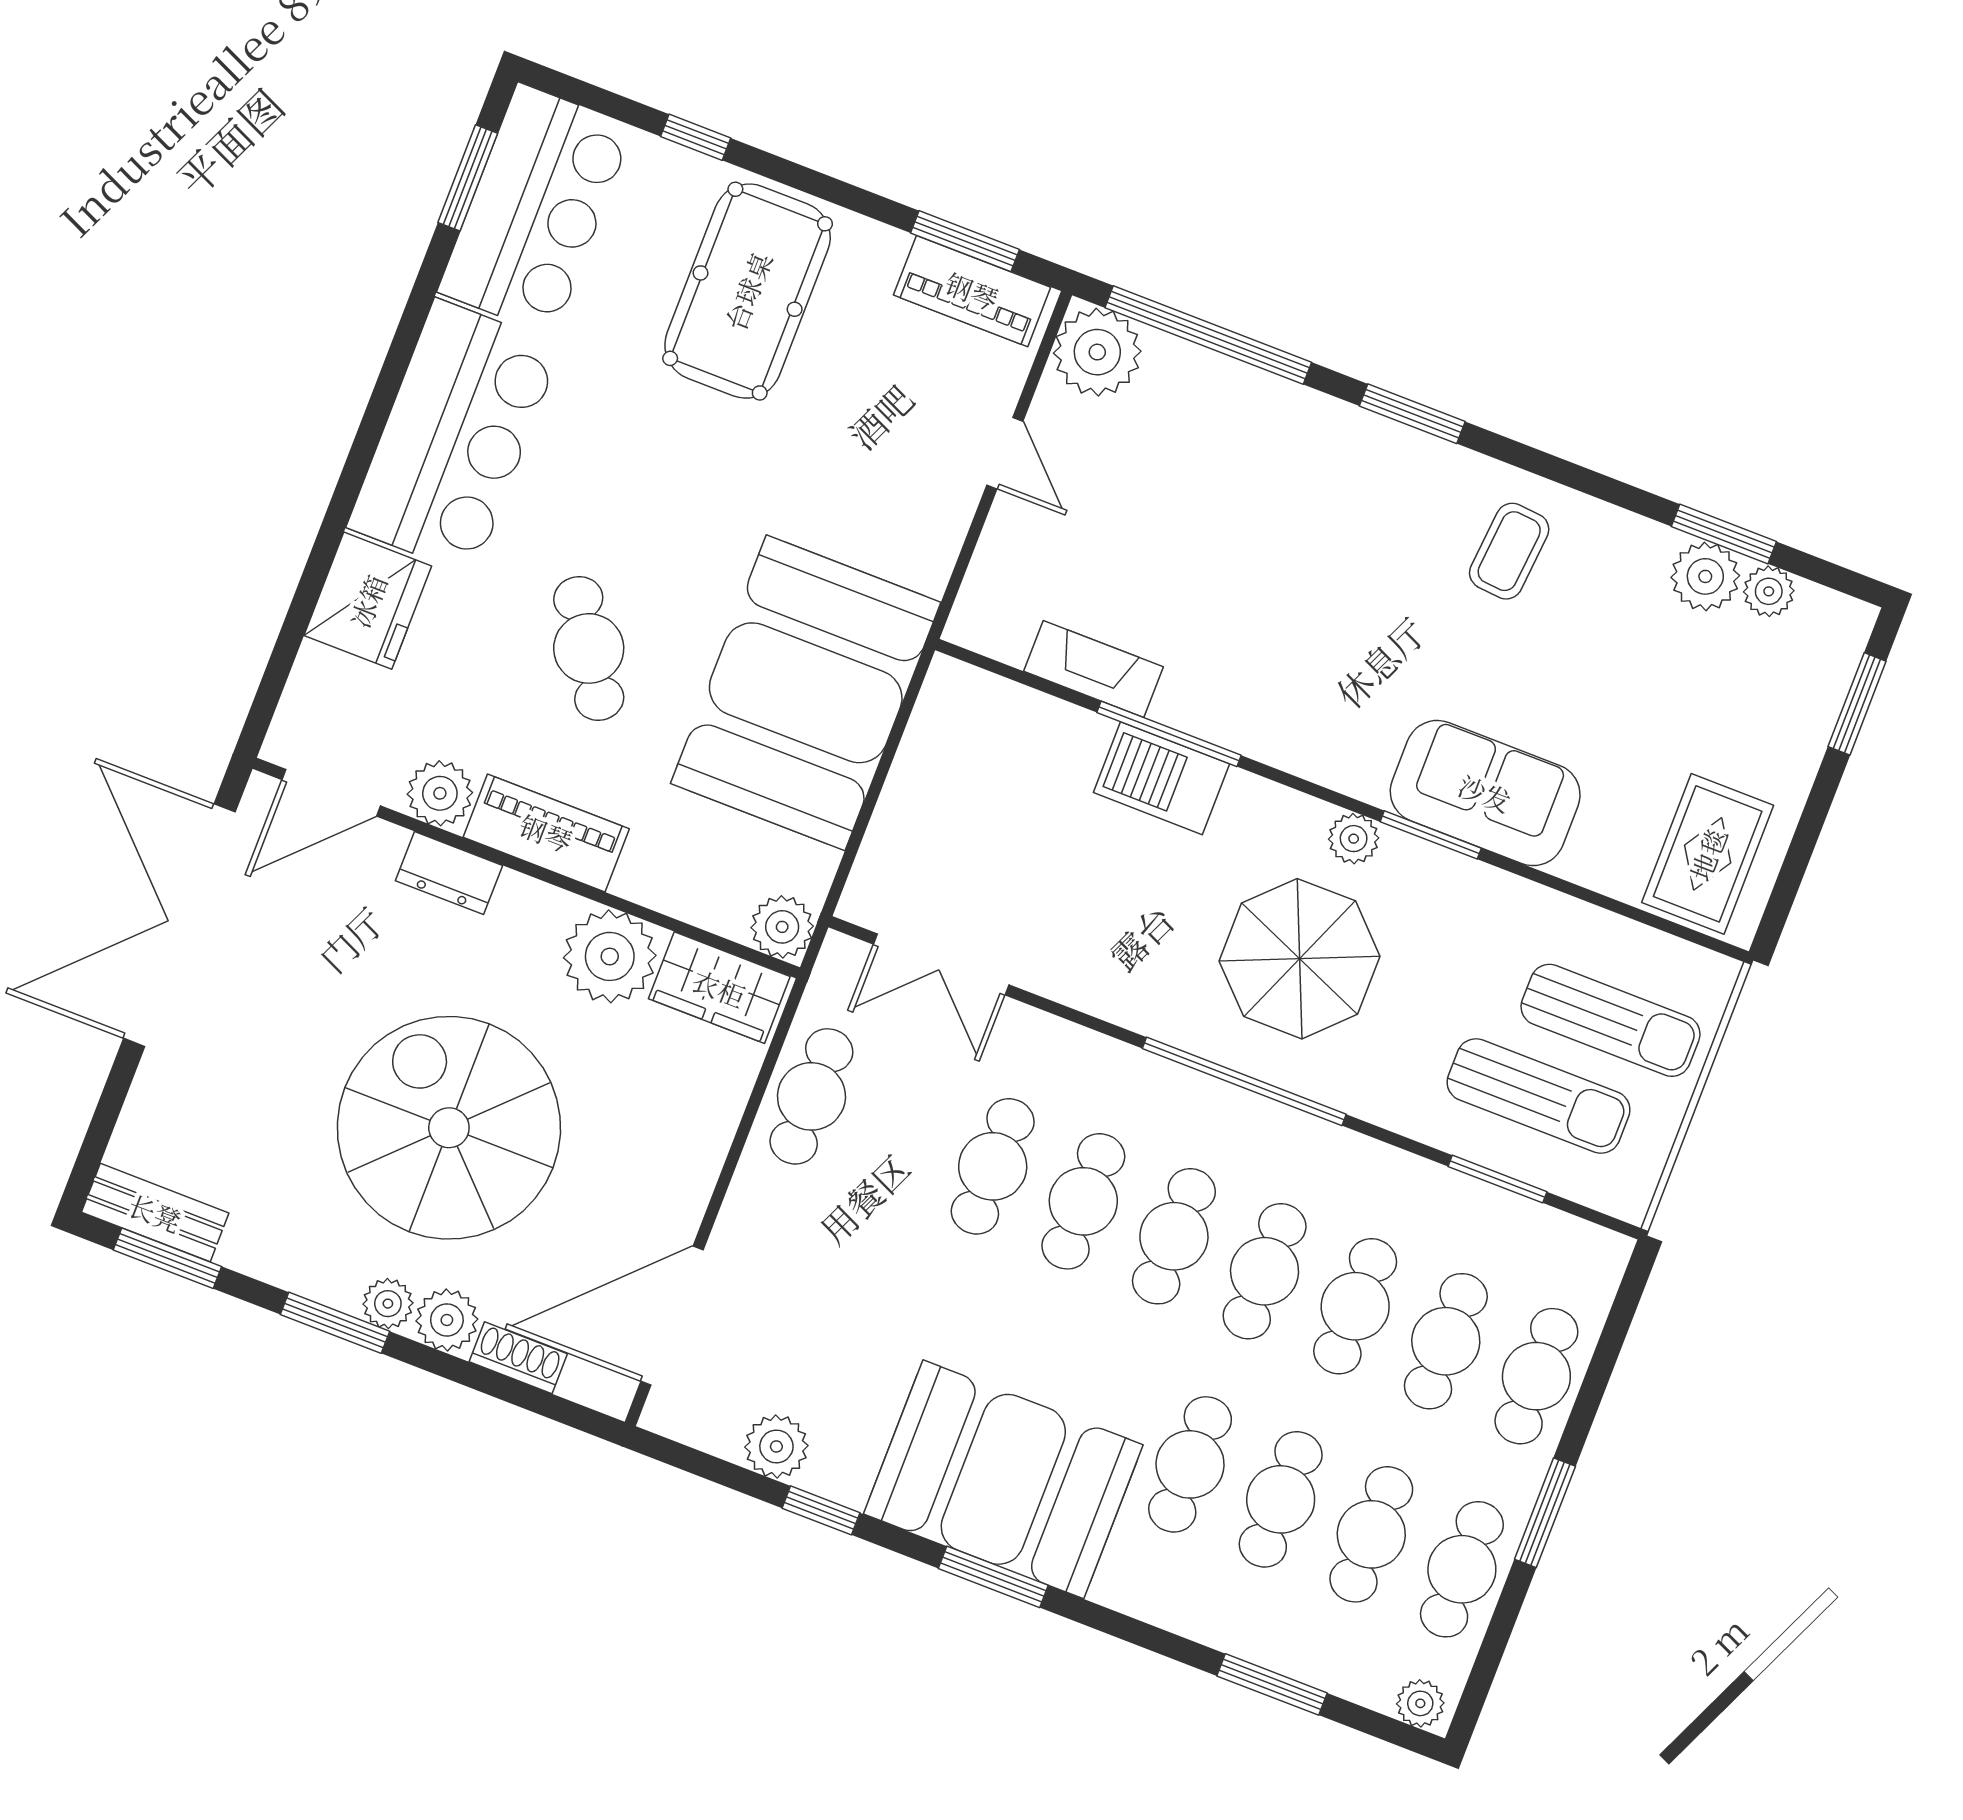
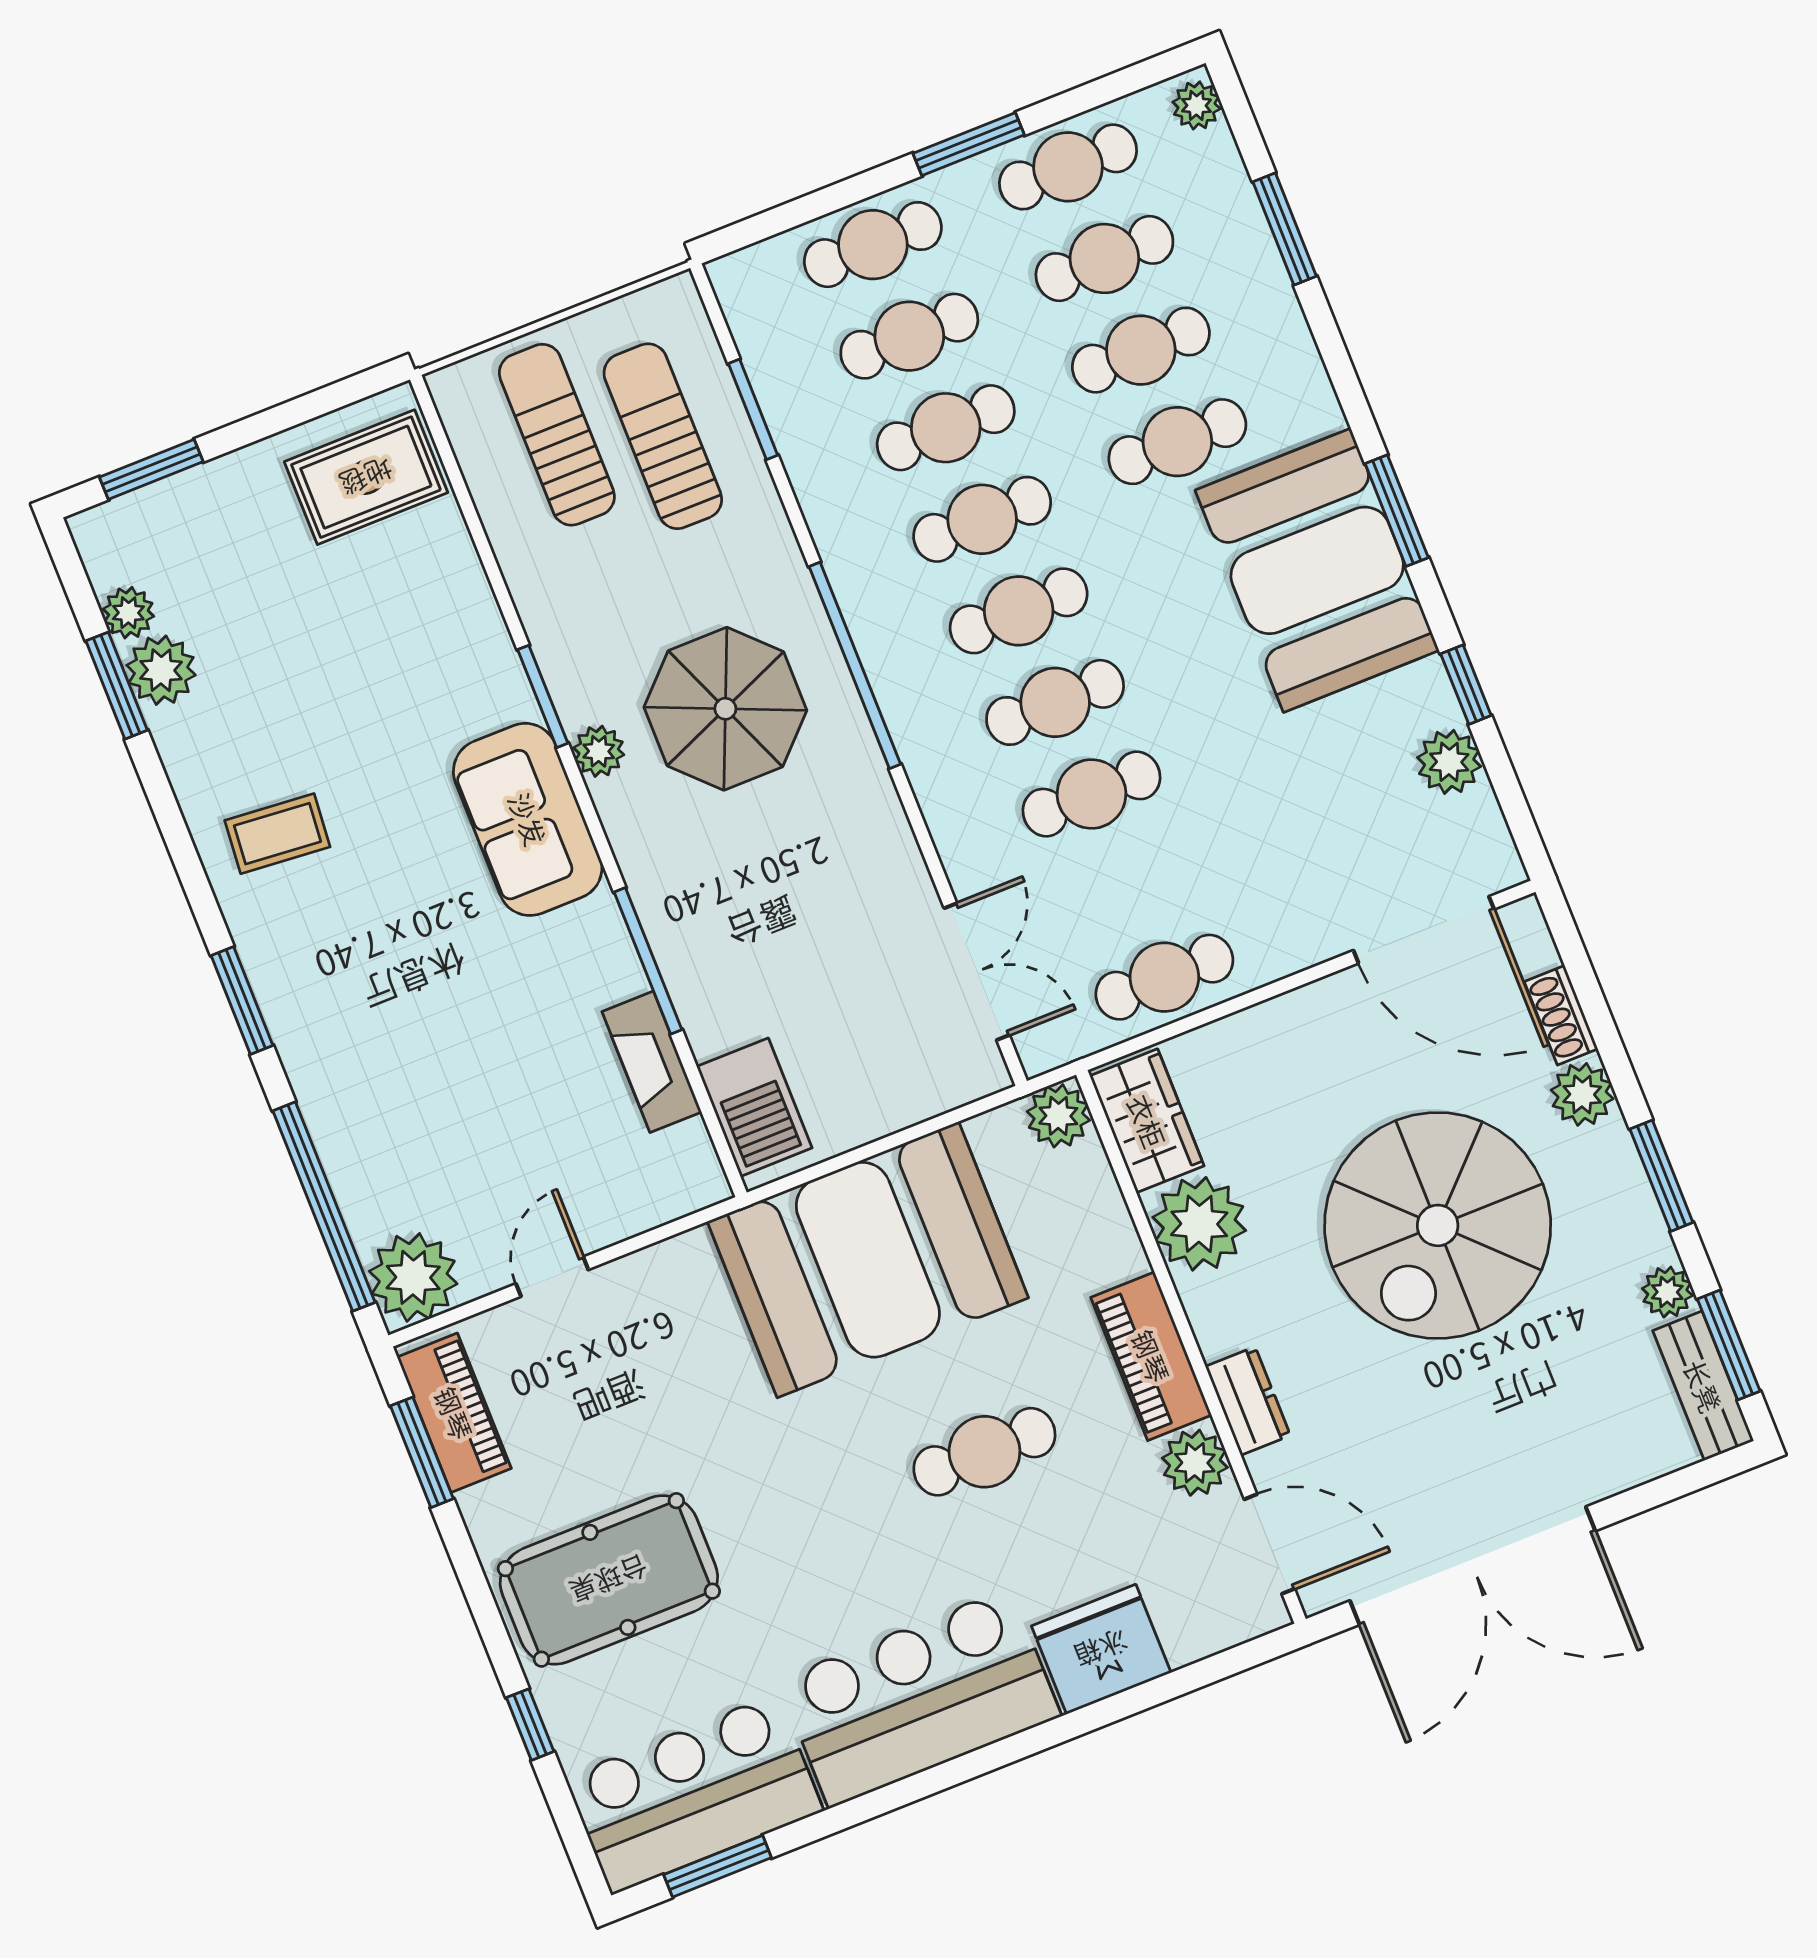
cafe table: (589, 648) -> (984, 1452), turned 33
barbecue: (1161, 778) -> (754, 1107), moved
sofa: (1485, 793) -> (528, 819), moved
plant: (388, 1304) -> (1667, 1292), moved

